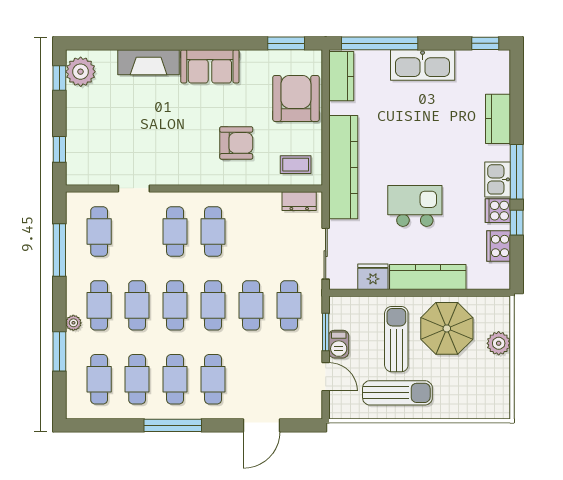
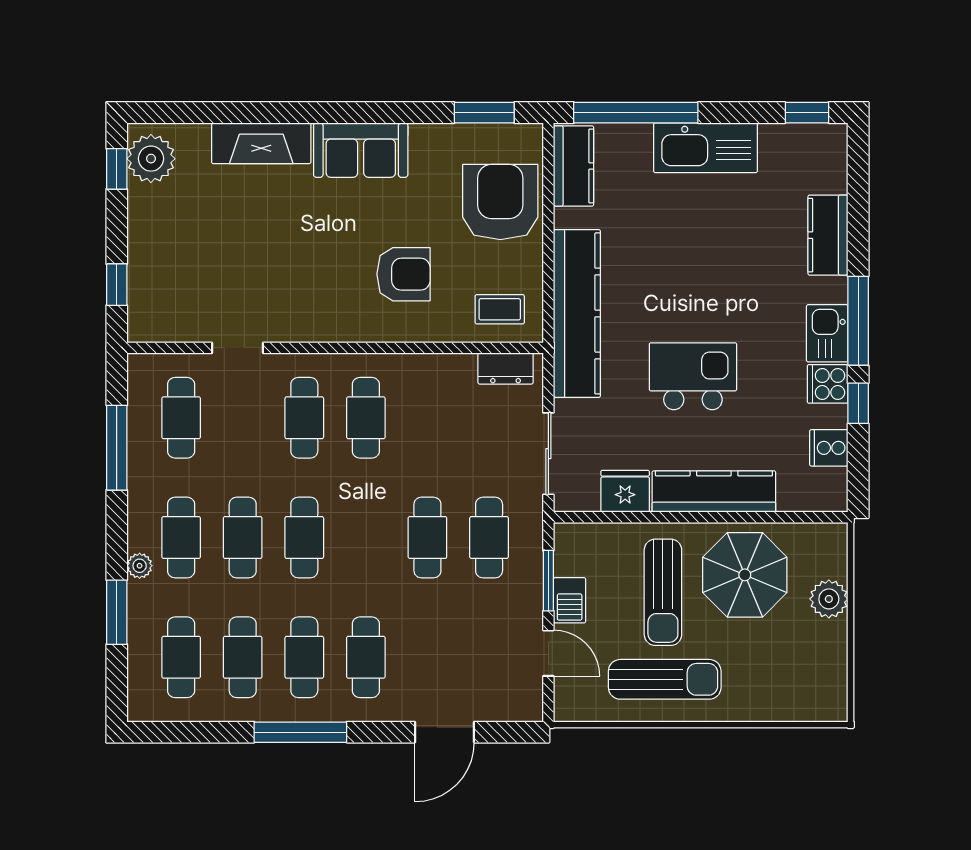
cooker: (499, 246) -> (829, 448), width x0.73
cafe table: (213, 305) -> (366, 538), removed
sun lounger: (396, 339) -> (663, 592), turned 180

